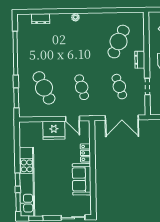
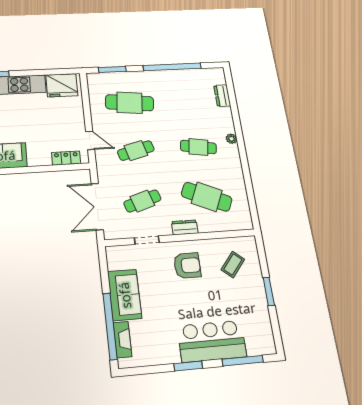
cafe table: (81, 42) -> (198, 147), added
cafe table: (44, 88) -> (130, 103), turned 30
door: (73, 119) -> (90, 140), swing flipped
fridge: (54, 130) -> (62, 85), moved, turned -90
locker: (85, 153) -> (66, 158), moved

